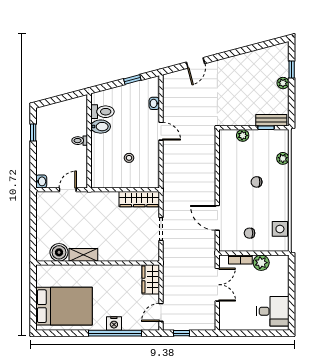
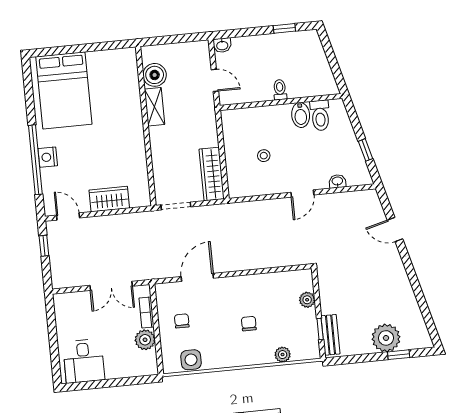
plant: (283, 83) -> (386, 338), width x1.88, depth x1.88
boiler: (59, 252) -> (155, 75), moved
shelving: (83, 255) -> (155, 107), moved
wall: (98, 263) -> (146, 126), moved

